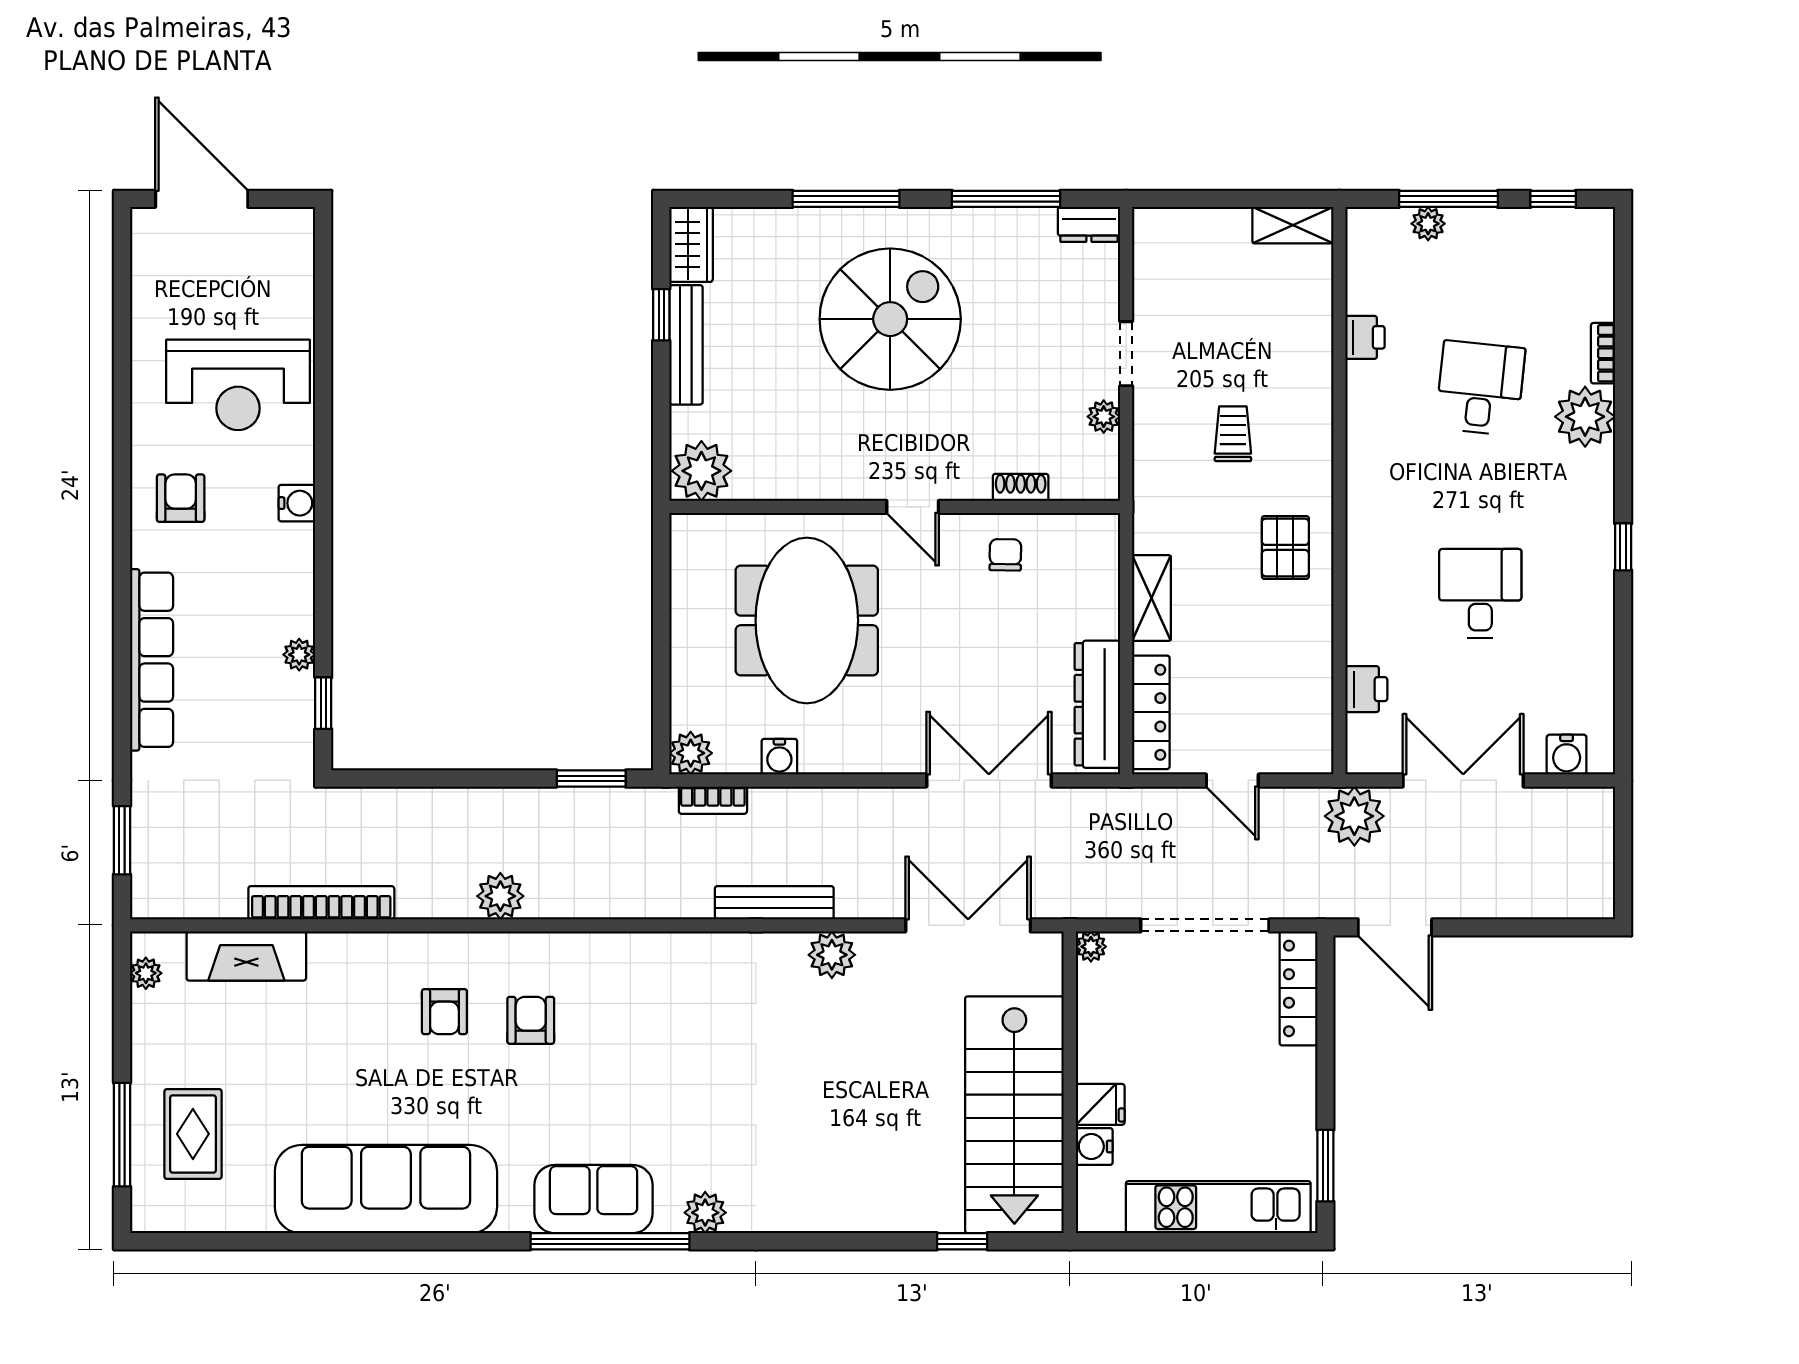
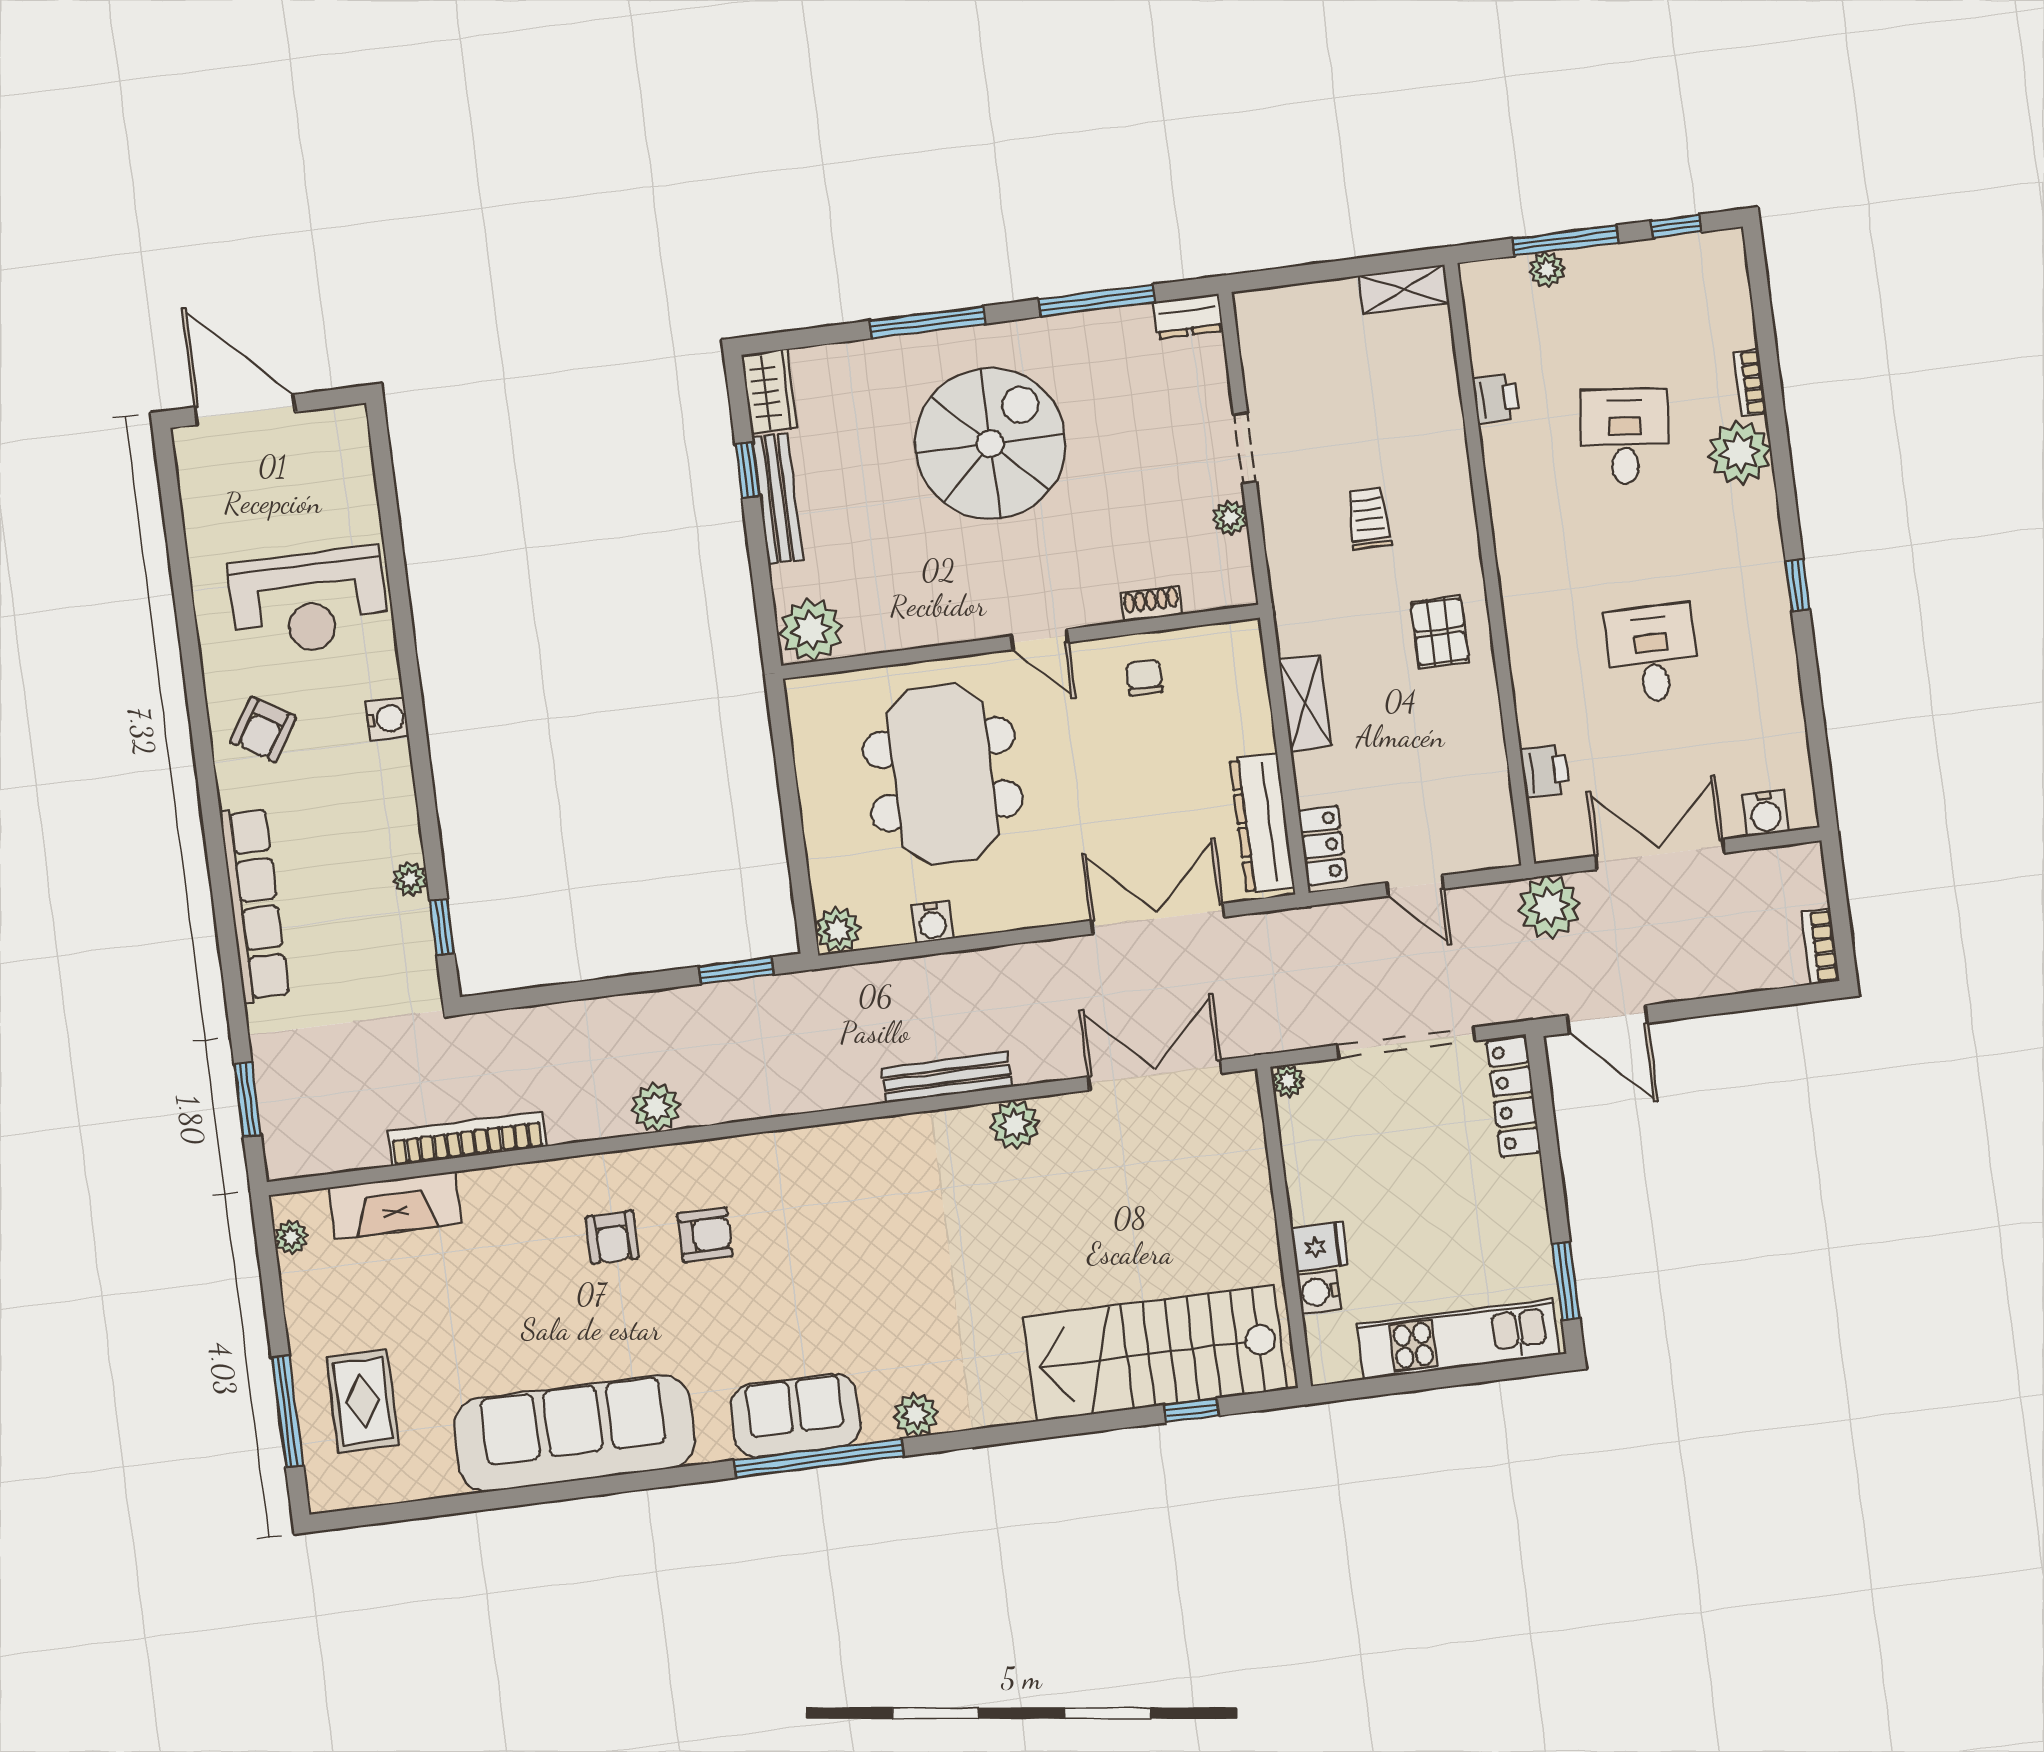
armchair: (181, 498) -> (263, 729), turned -148
locker: (1151, 712) -> (1323, 845), width x0.66
bookcase: (713, 800) -> (1820, 947), moved, turned 90
armchair: (531, 1020) -> (705, 1235), turned 90
stairs: (1014, 1115) -> (1155, 1353), moved, turned 90

